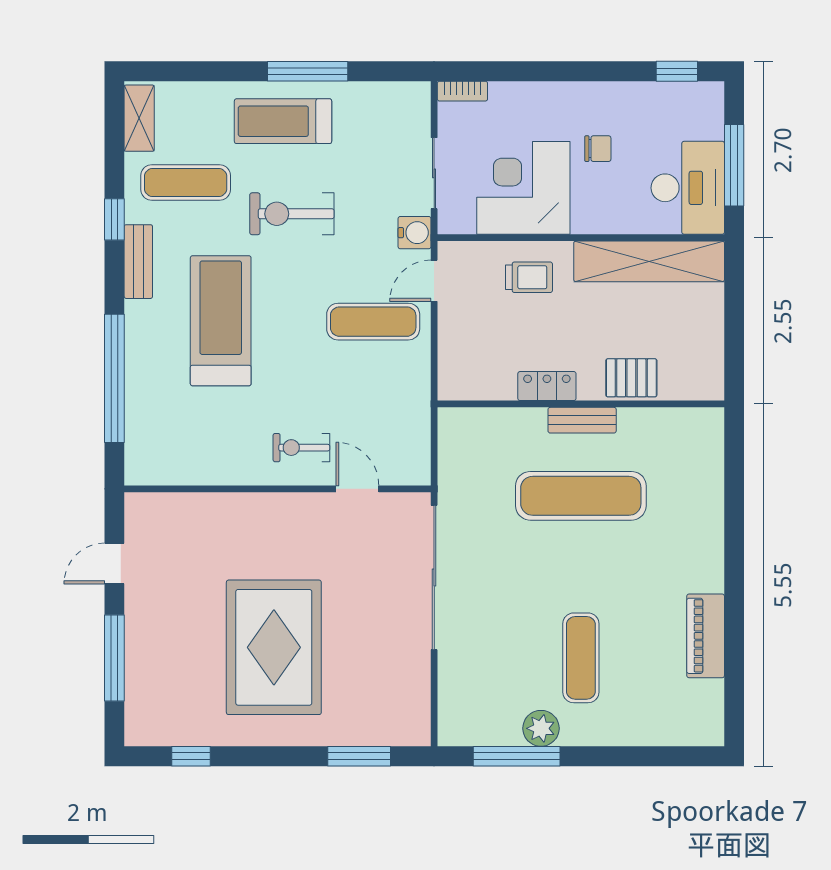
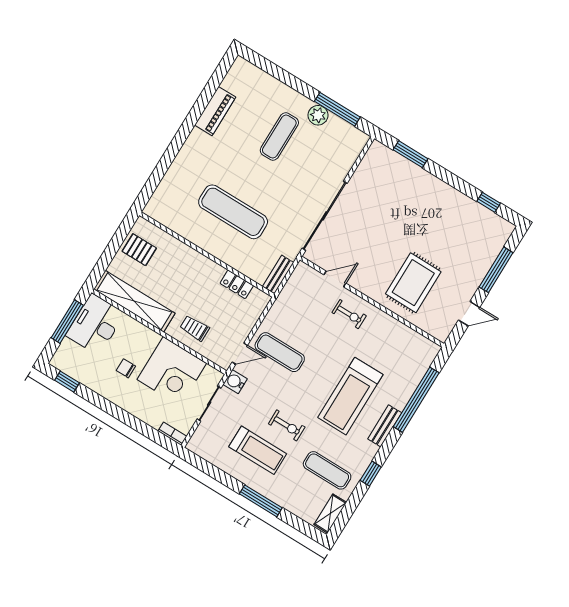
window: (308, 71) -> (261, 501), moved
treadmill: (283, 121) -> (258, 450), moved
exercise bike: (292, 214) -> (287, 425), width x0.73, depth x0.72
bench: (138, 262) -> (385, 426), moved
pallet: (631, 378) -> (139, 250), moved
locker: (547, 386) -> (237, 284), moved
bench: (582, 420) -> (278, 274), moved, turned 90
door: (357, 489) -> (335, 279), swing flipped
rug: (274, 647) -> (413, 283), moved, width x0.73, depth x0.69

